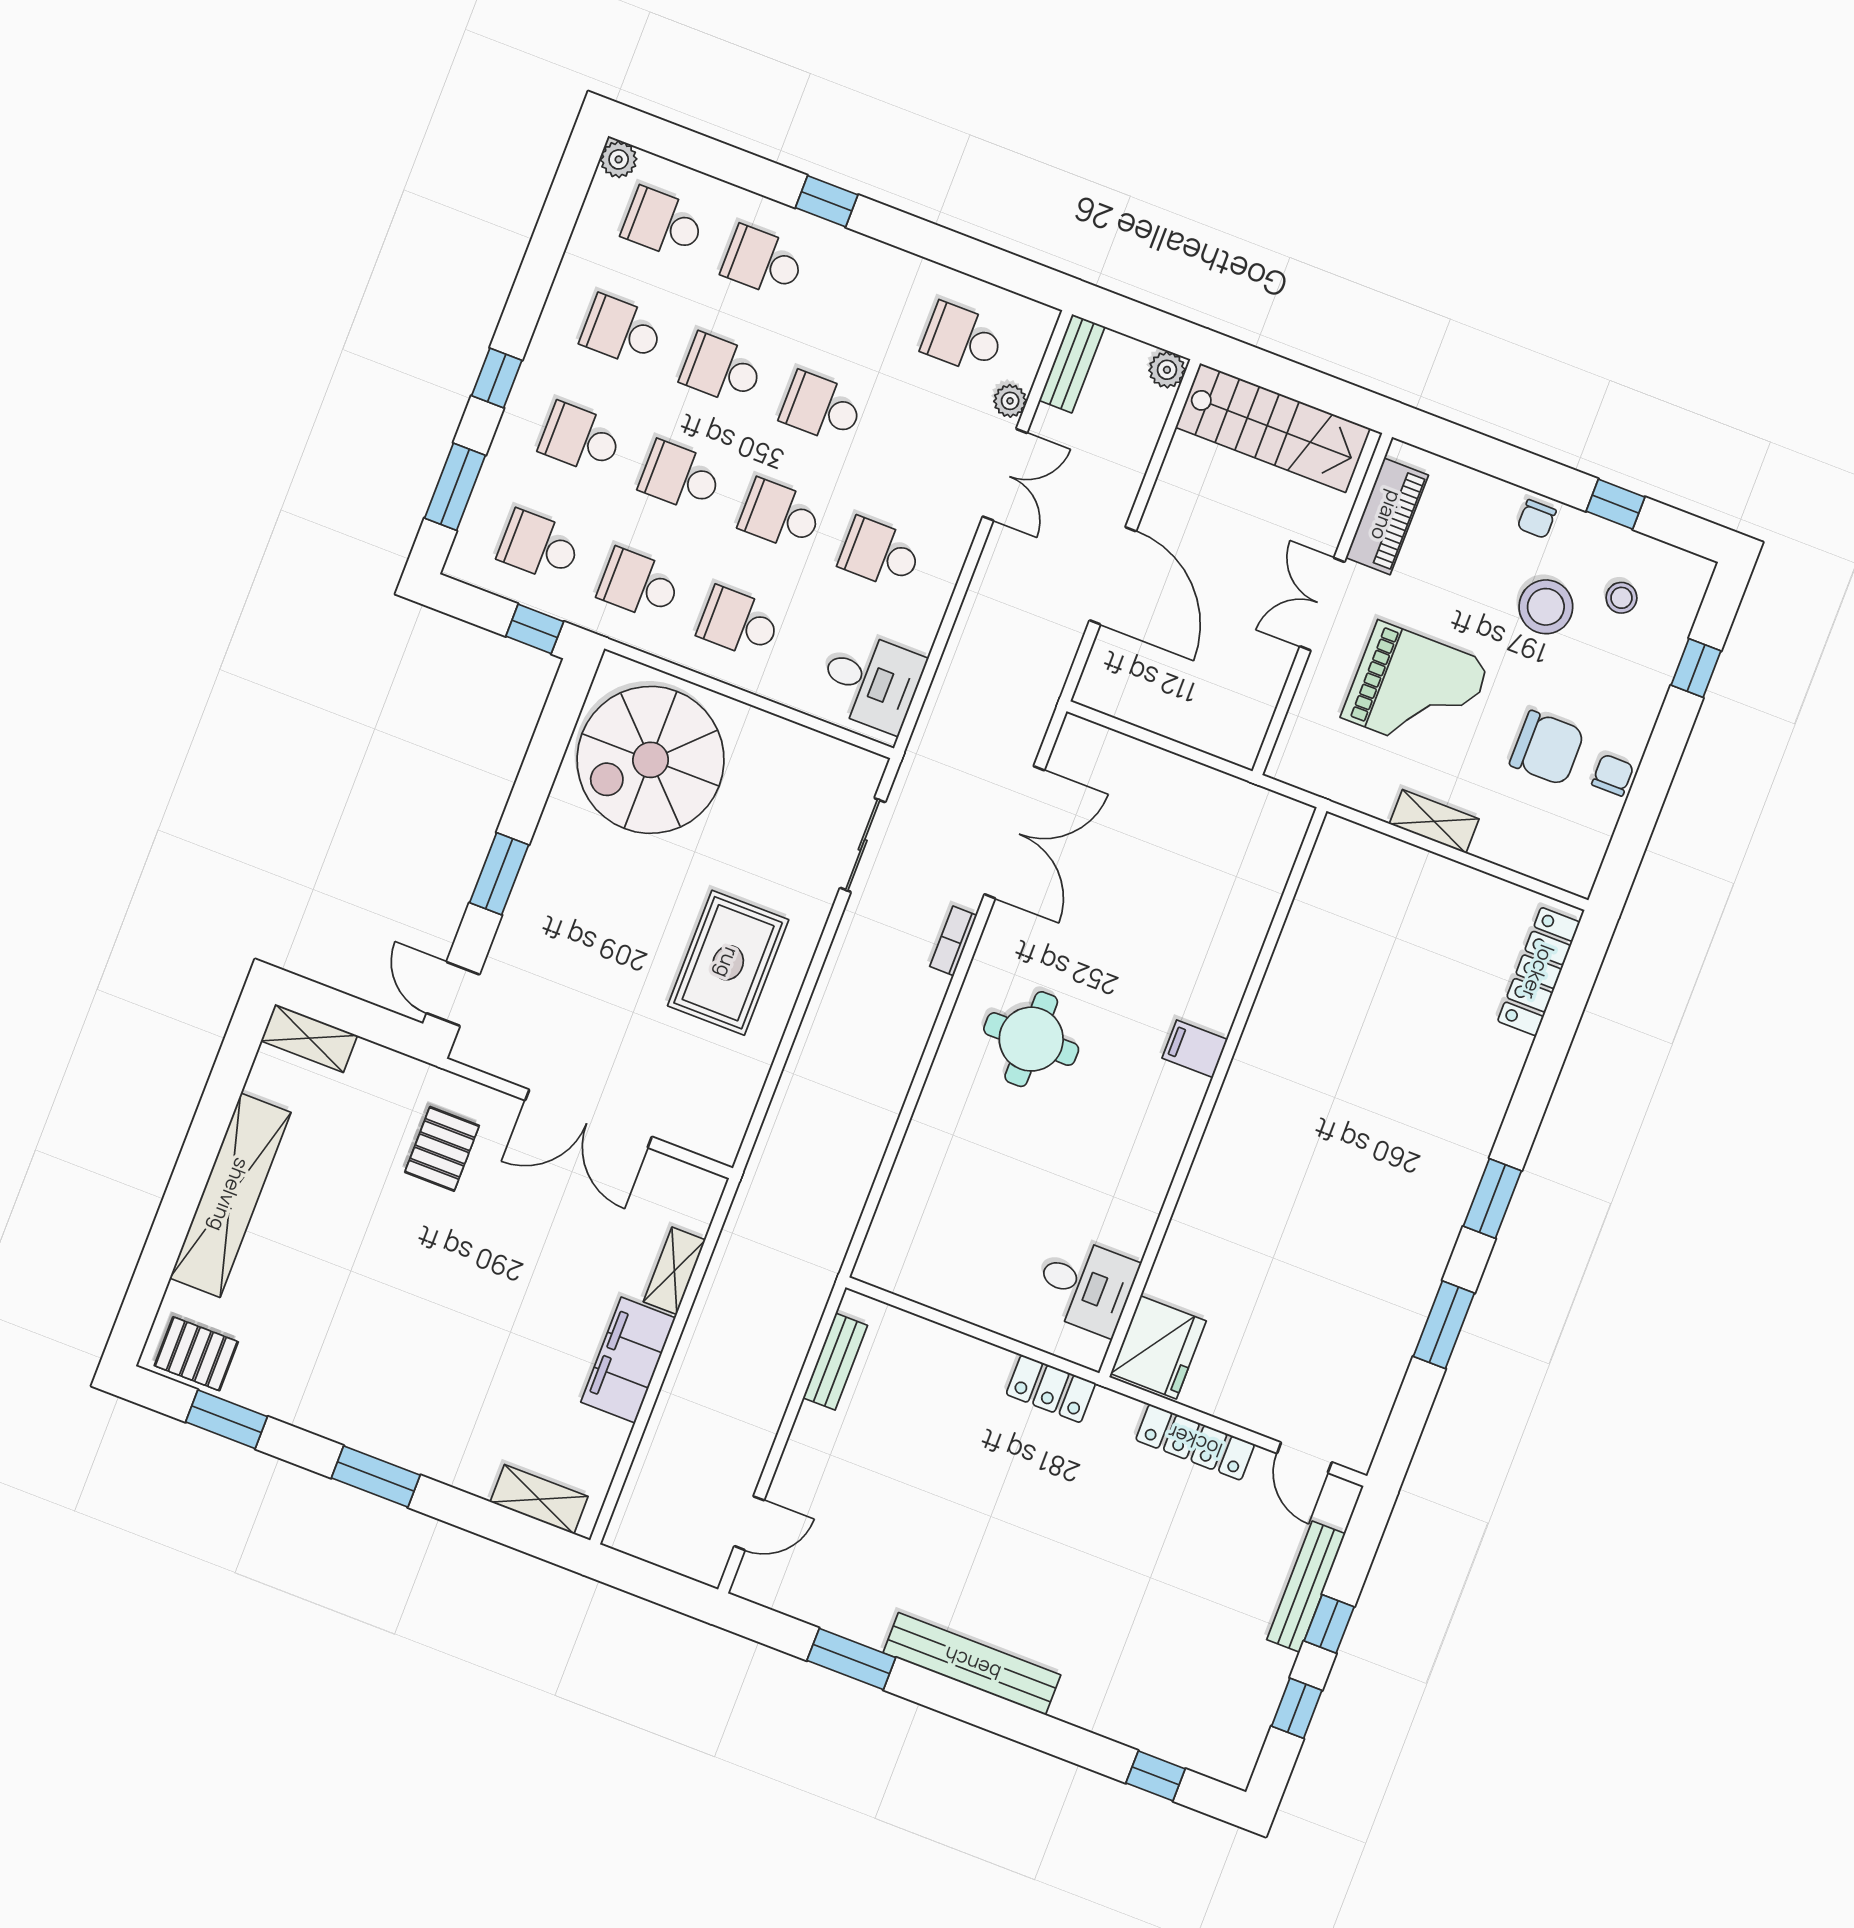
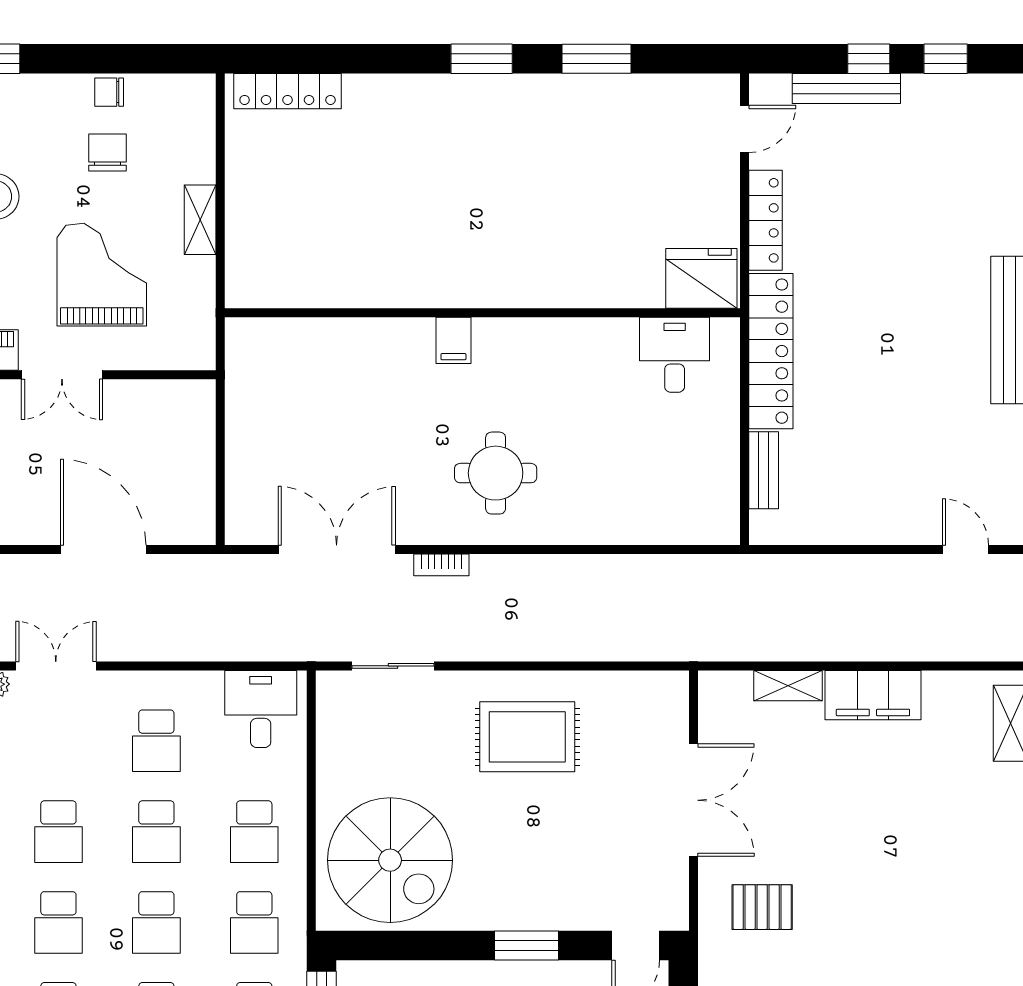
door: (1113, 576) -> (103, 549), hinge flipped
chair: (1547, 748) -> (108, 153), width x0.73, depth x0.73
bench: (835, 1362) -> (764, 470), moved, turned 90
locker: (1051, 1389) -> (771, 351), width x2.16, depth x1.21

